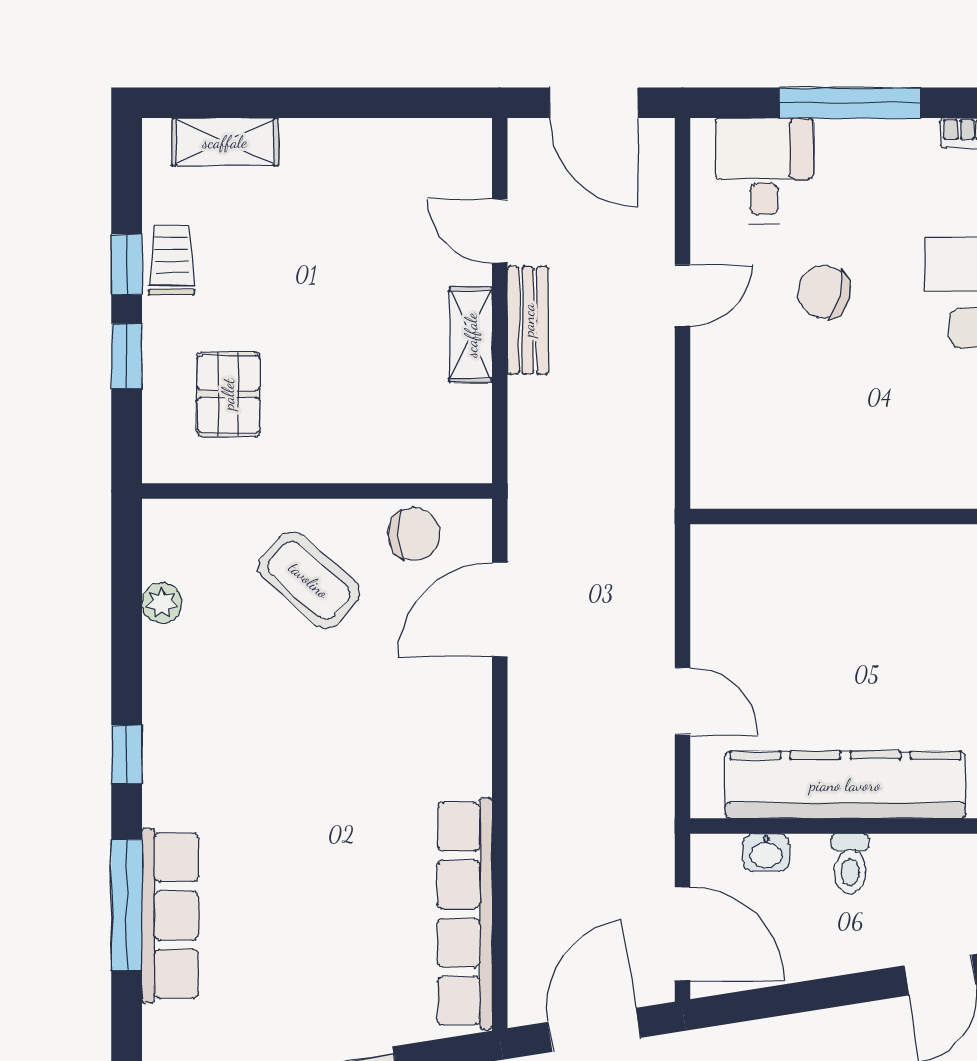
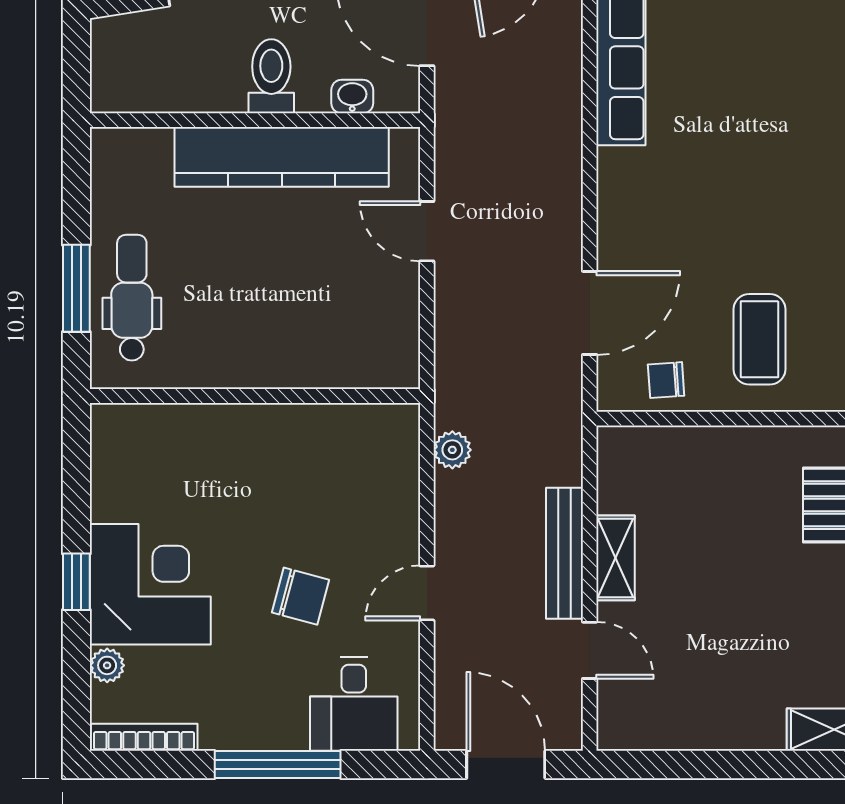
bench: (528, 320) -> (564, 553), width x1.36
plant: (654, 456) -> (452, 450), added
chair: (414, 534) -> (666, 380), width x0.73, depth x0.73
coffee table: (309, 580) -> (760, 339), turned 49
toilet: (850, 864) -> (271, 76), width x1.37, depth x1.39

